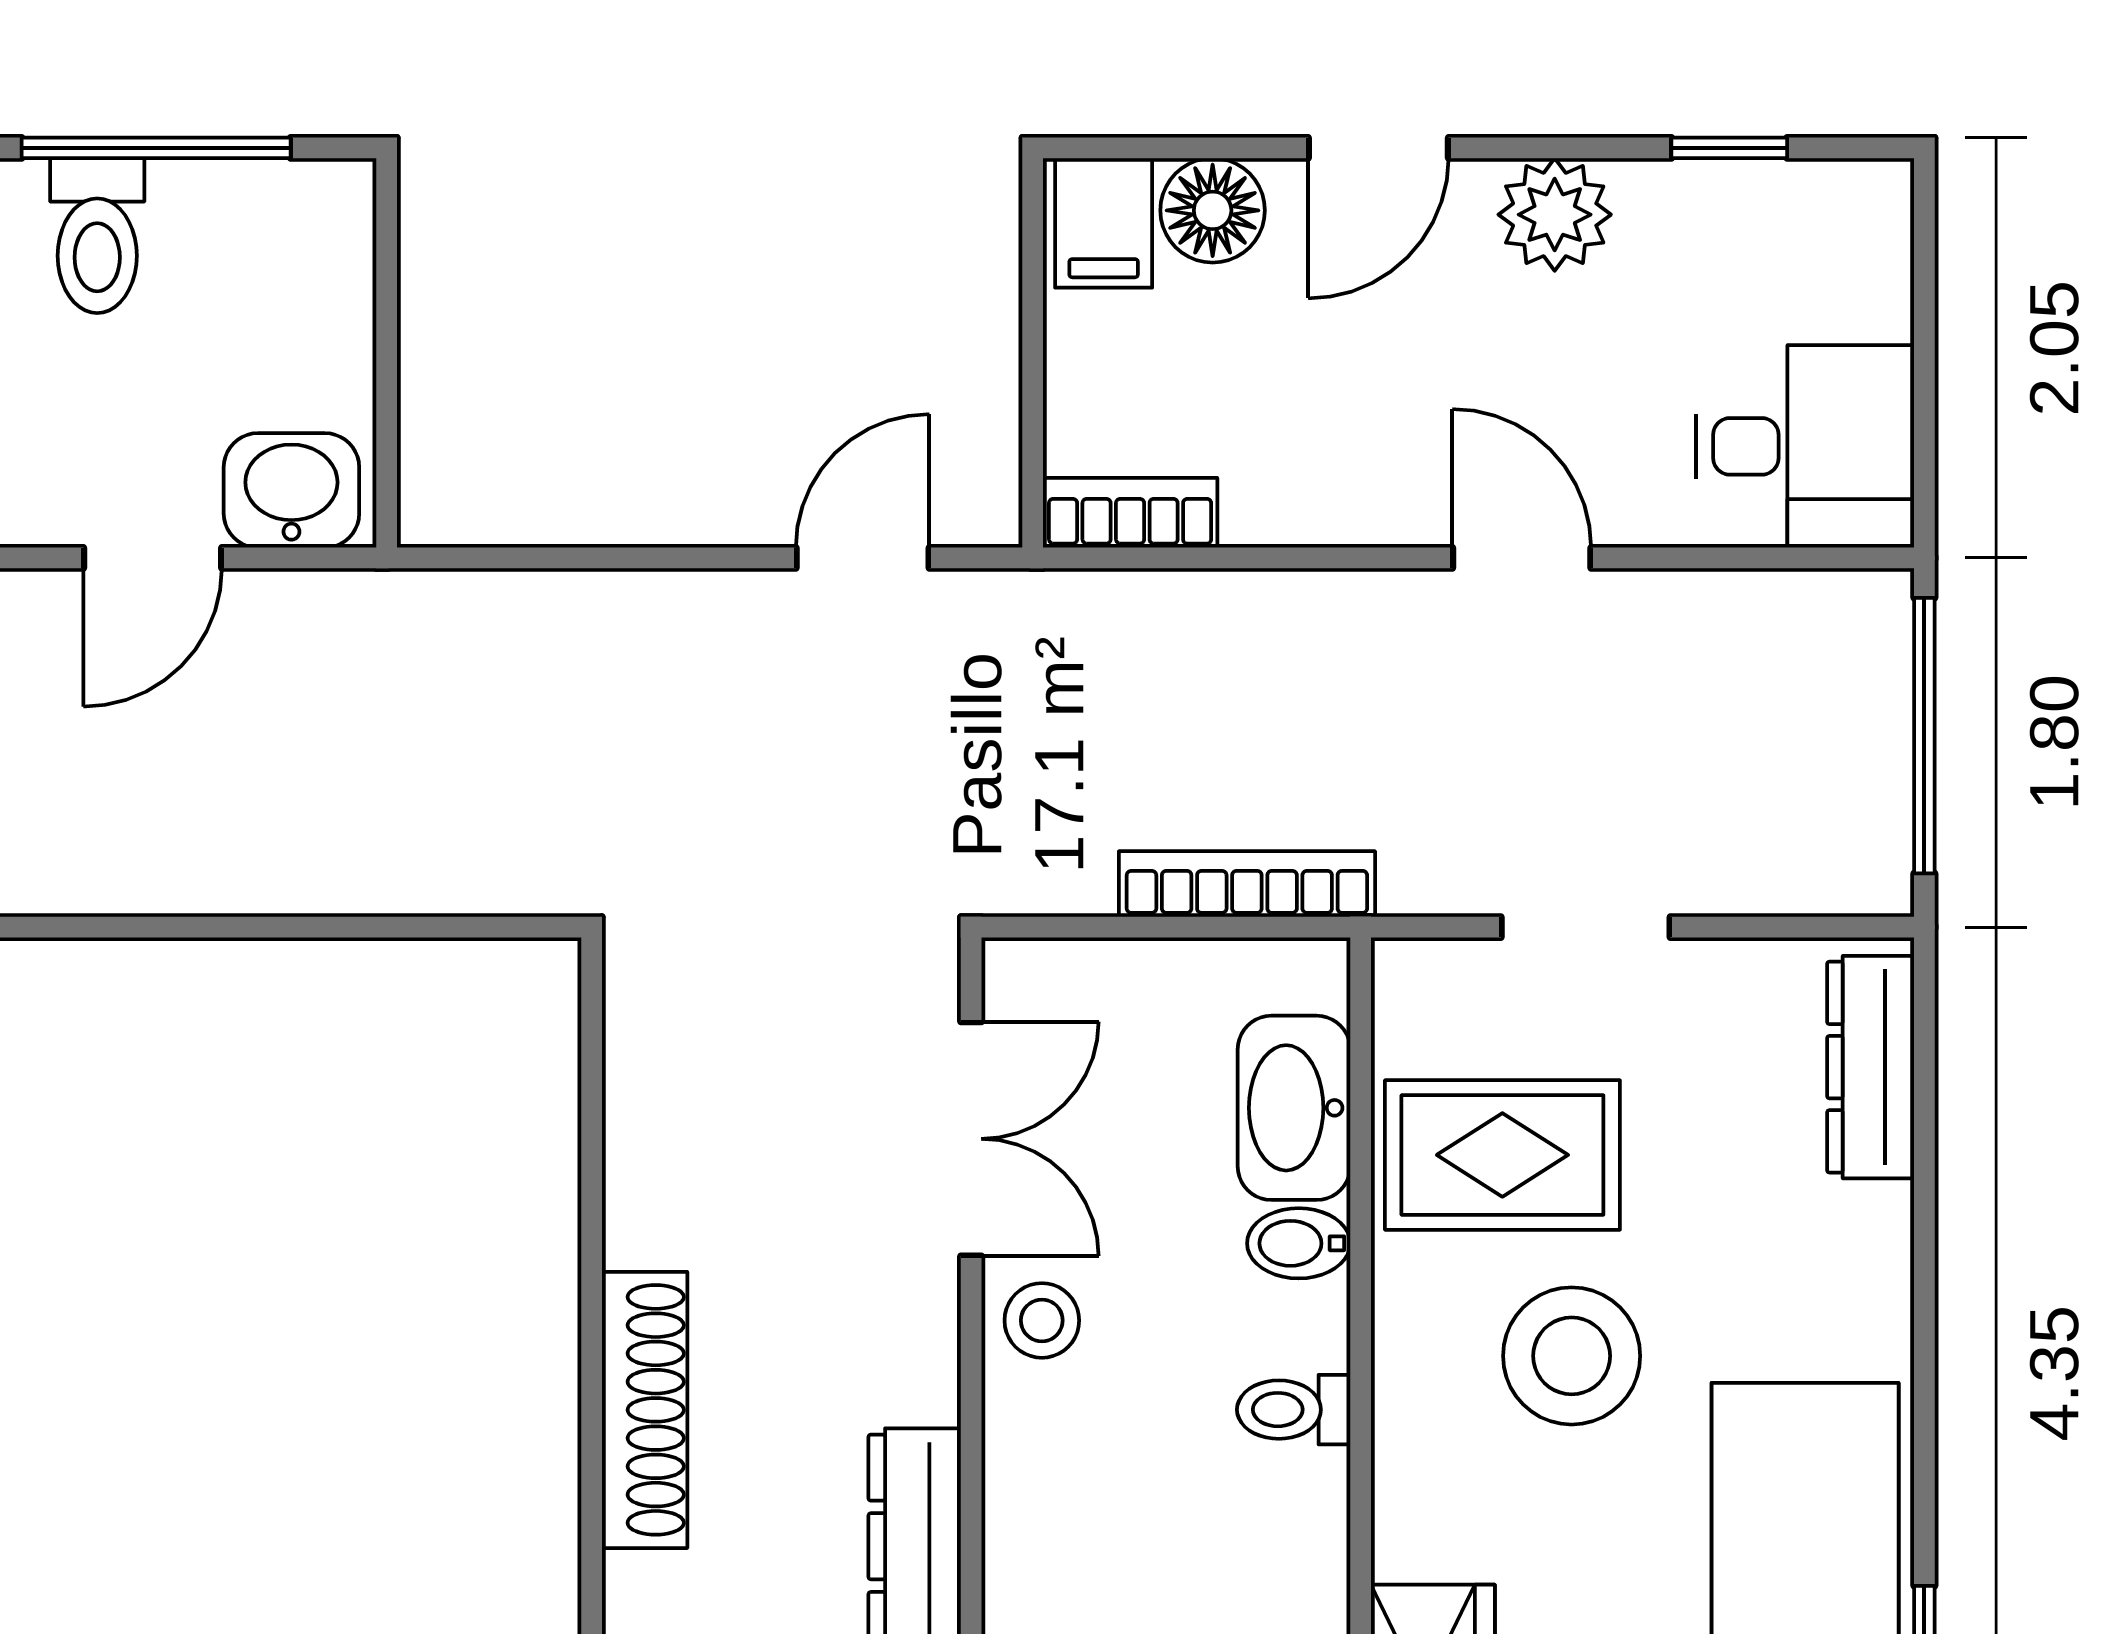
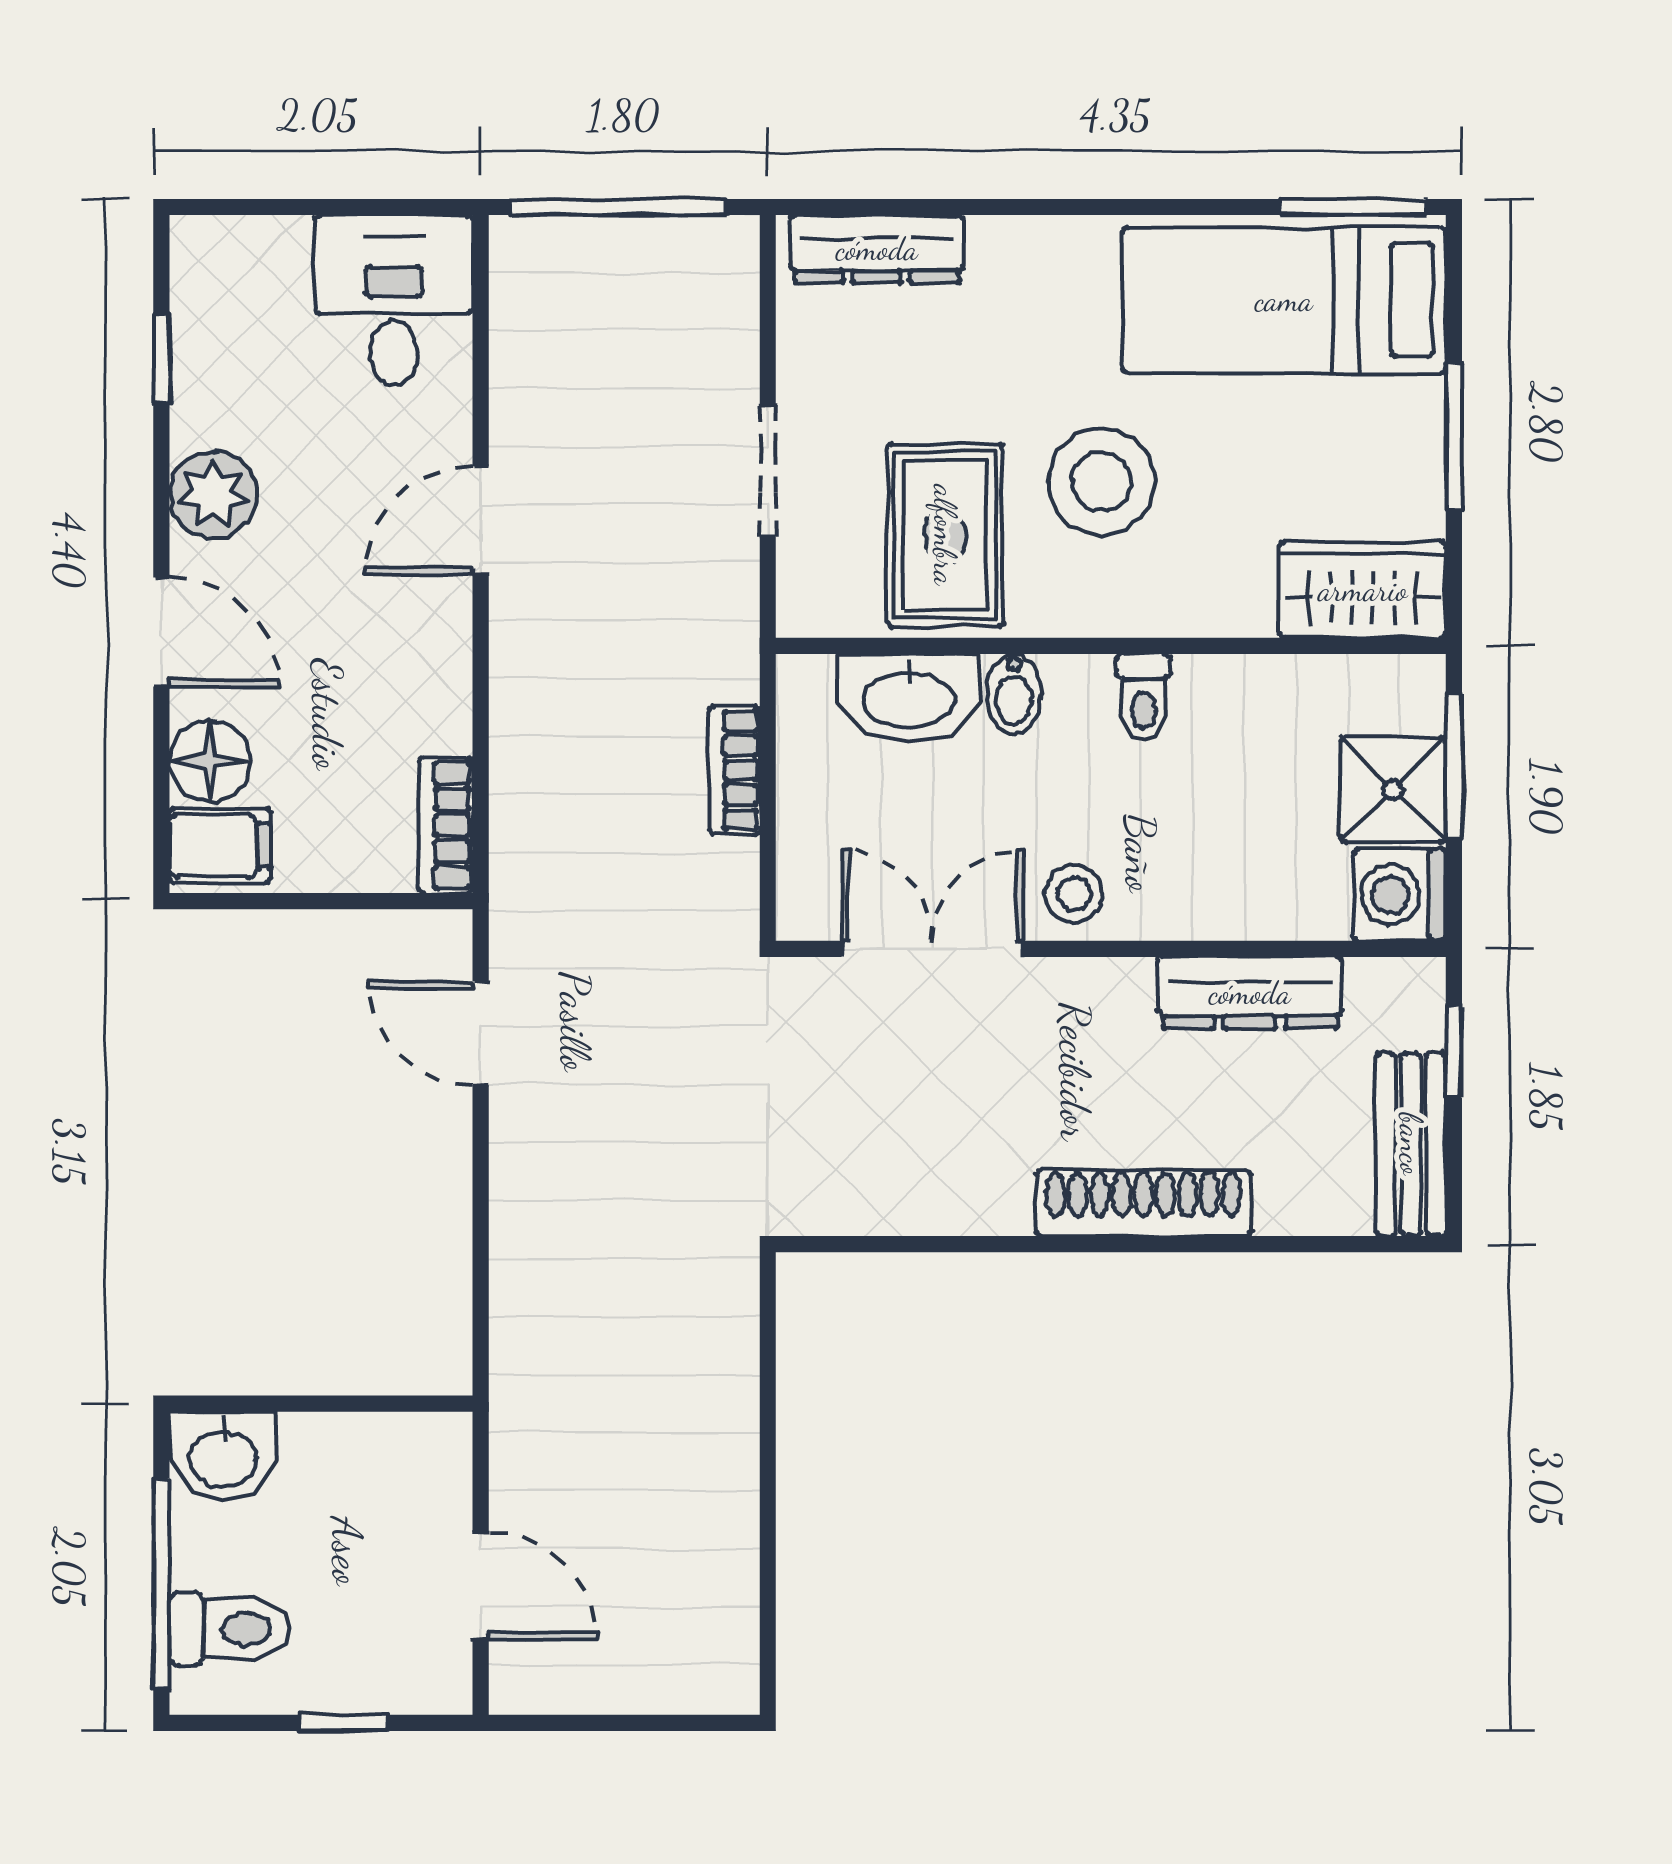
washbasin: (291, 490) -> (223, 1456), moved, turned -90
bookcase: (1247, 884) -> (734, 770), width x0.64

